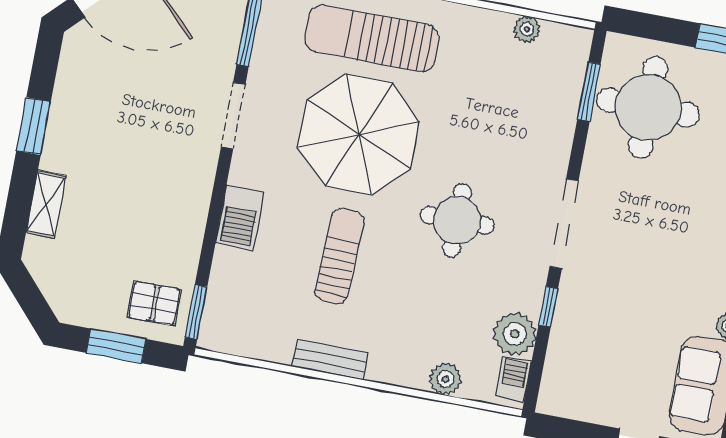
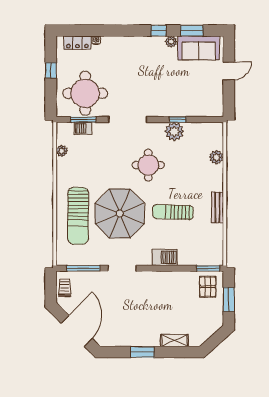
doorway: (564, 224) -> (128, 120), moved
plant: (515, 334) -> (174, 132), moved
barbecue: (514, 379) -> (83, 128), moved

